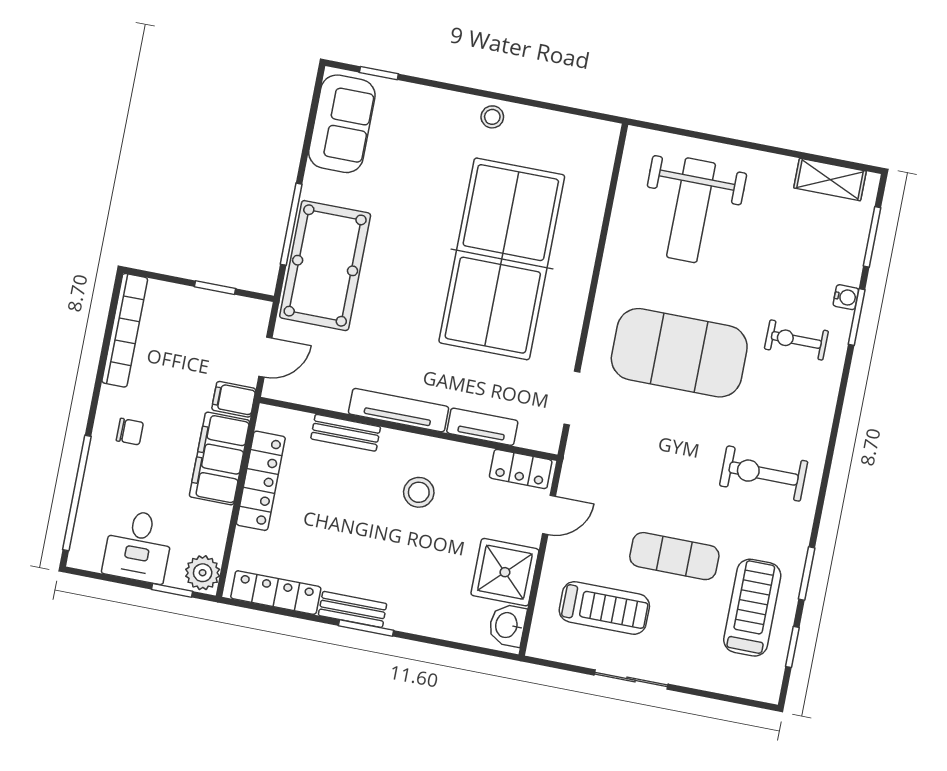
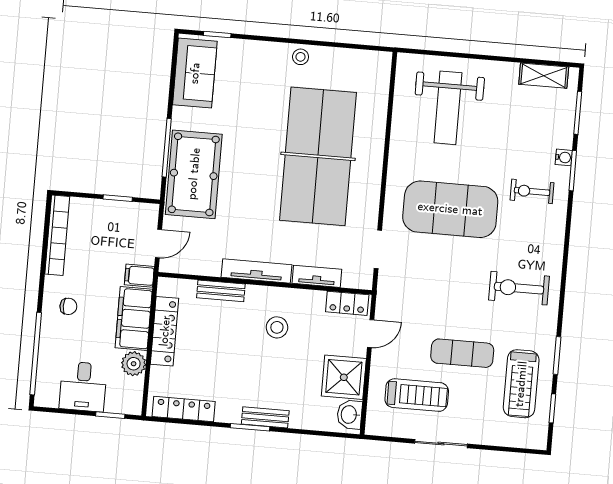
plant: (203, 573) -> (134, 364), moved
treadmill: (752, 608) -> (521, 384), turned 180
bench: (353, 609) -> (265, 417), moved

